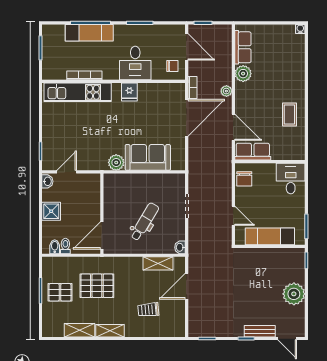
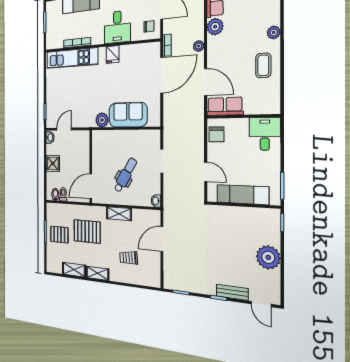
plant: (299, 85) -> (274, 32), added
shelving: (158, 263) -> (119, 214), moved

